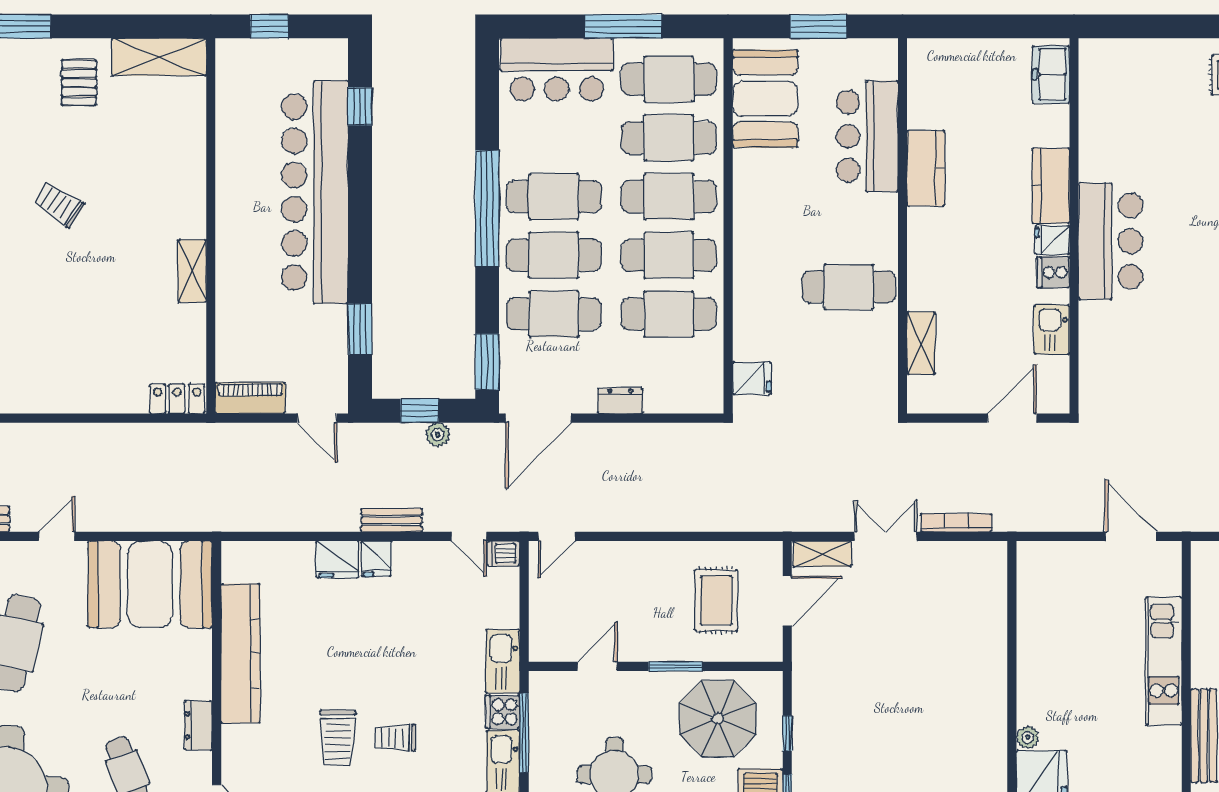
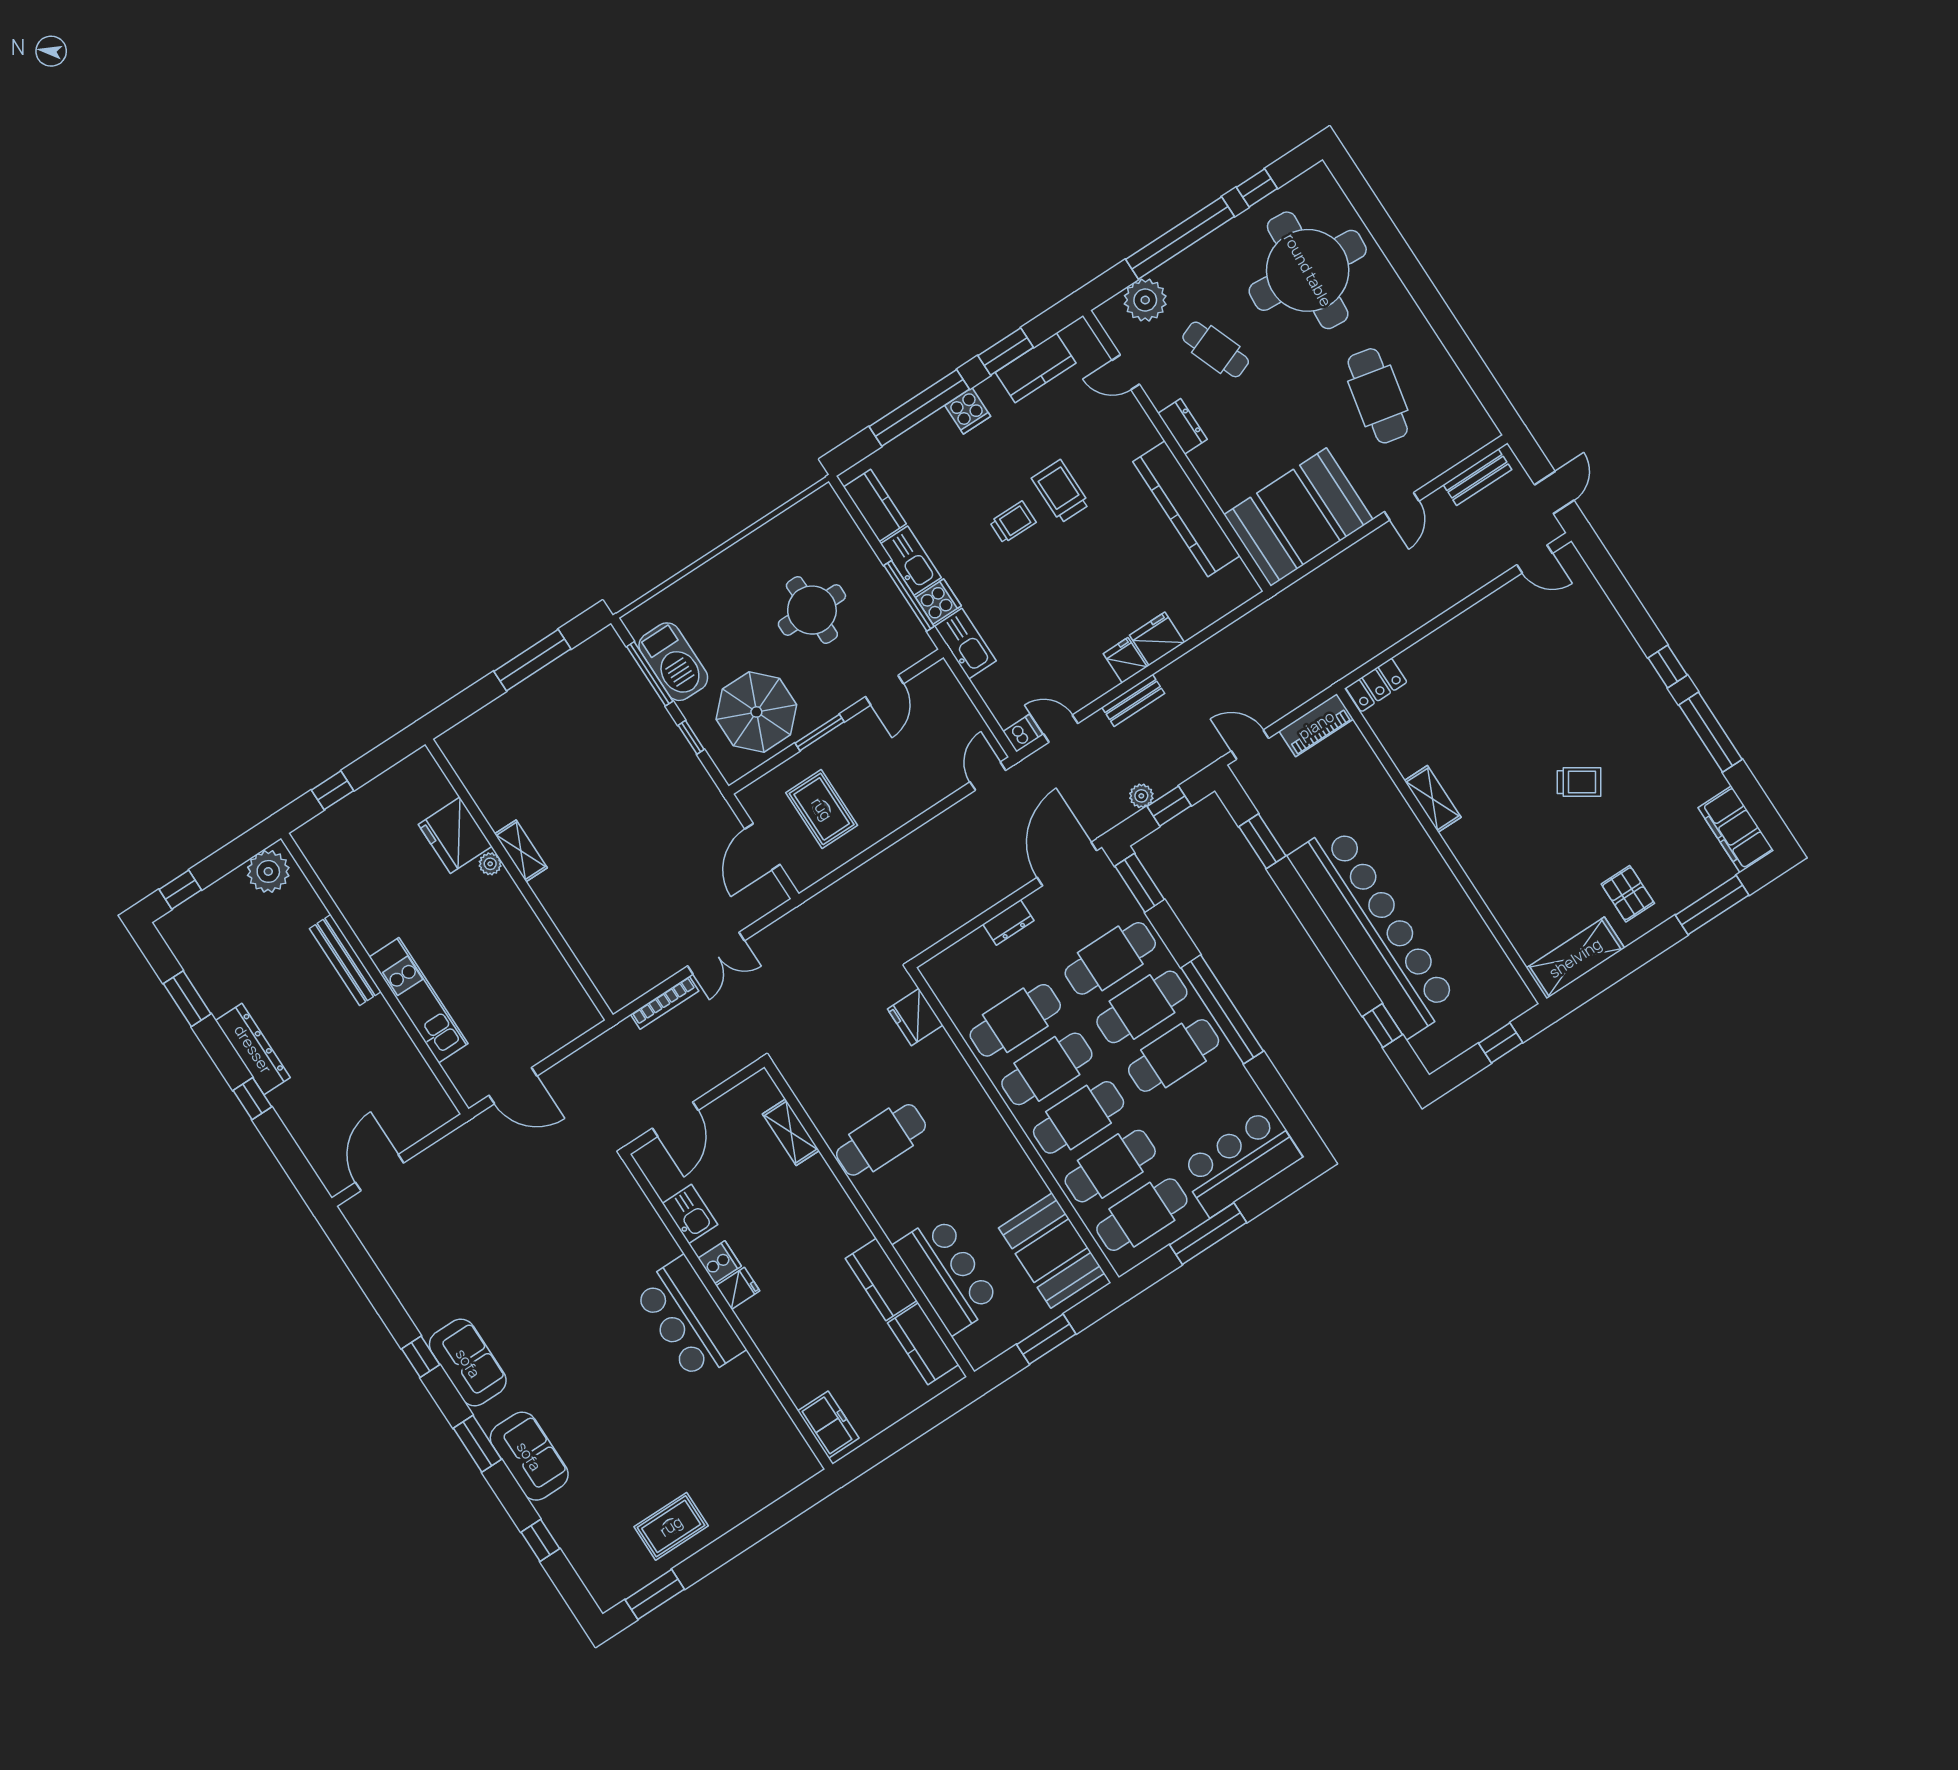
kitchen counter: (1051, 186) -> (923, 1344), moved, turned 180
fridge: (752, 378) -> (915, 1017), width x1.38
shelving: (822, 554) -> (521, 851), moved, turned 90

